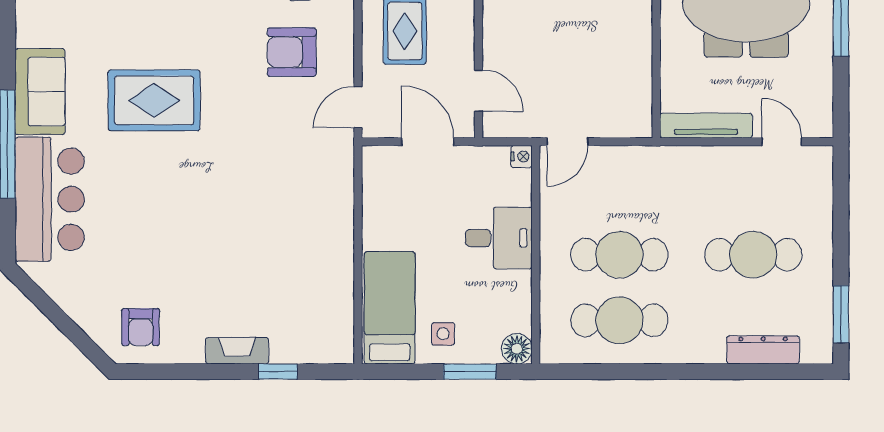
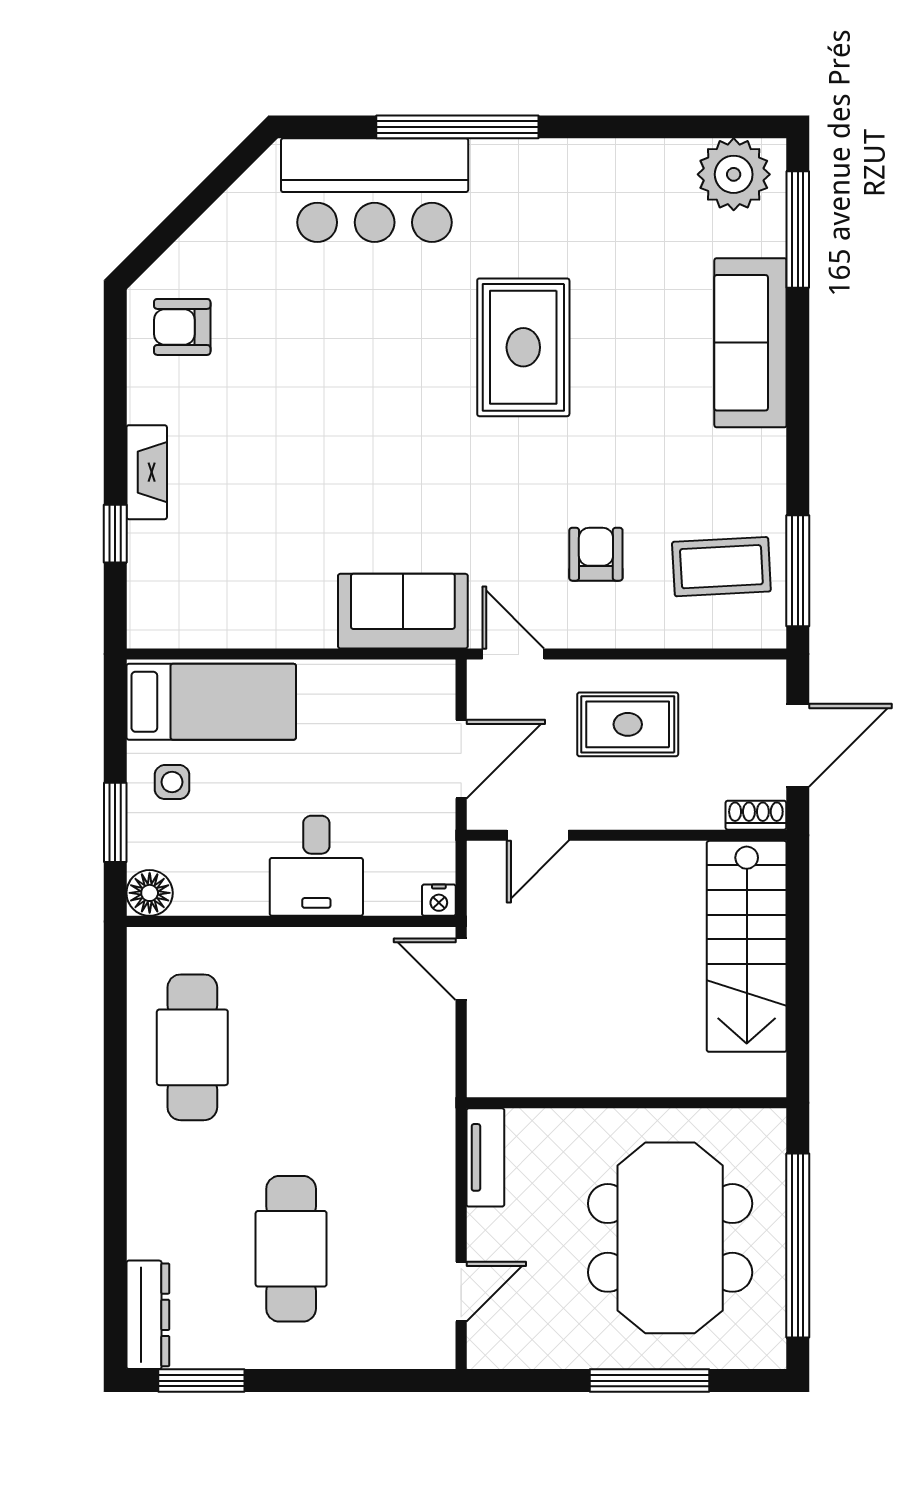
armchair: (292, 52) -> (596, 554), width x0.72, depth x0.72
sofa: (40, 92) -> (403, 611), moved, turned 180
tv unit: (706, 126) -> (485, 1157), width x0.71
cafe table: (619, 255) -> (291, 1047), removed
dresser: (763, 350) -> (148, 1315), moved

